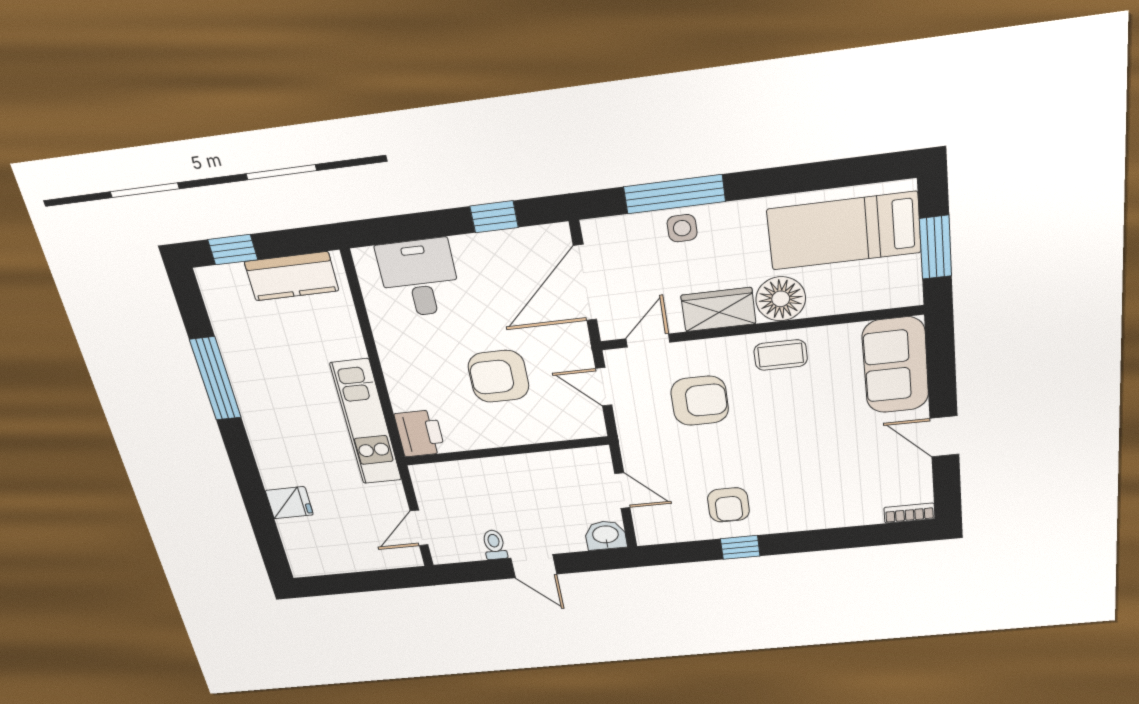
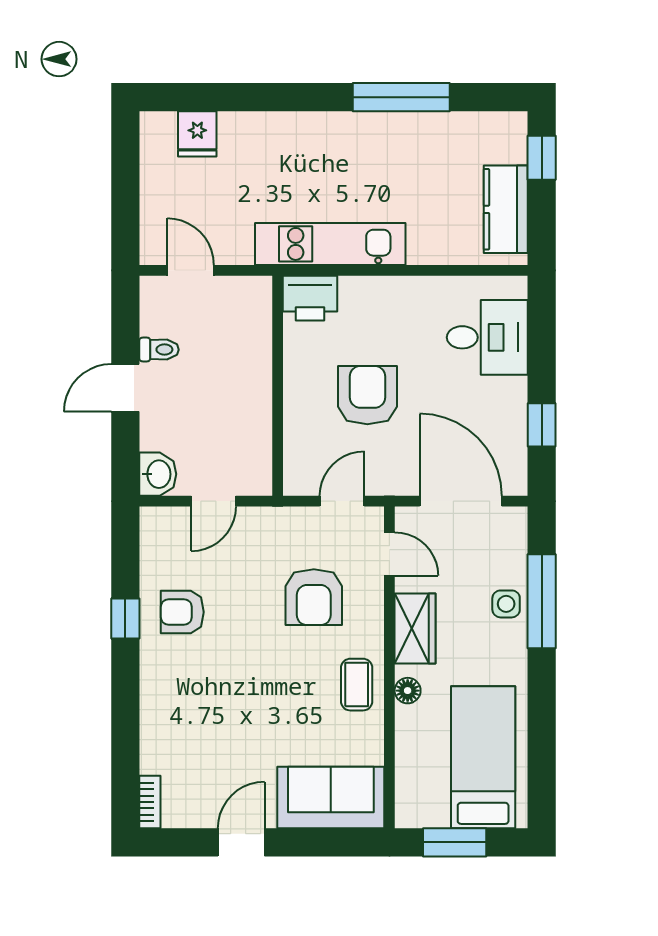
floor lamp: (781, 299) -> (408, 691), width x0.53, depth x0.53
fridge: (289, 503) -> (197, 134), moved

